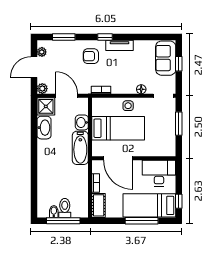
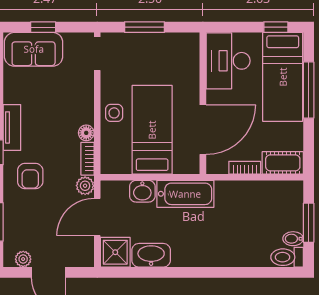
plant: (42, 89) -> (85, 186), moved
floor lamp: (141, 89) -> (86, 133), moved
toilet: (65, 208) -> (287, 257), moved
window: (63, 221) -> (309, 223), width x0.69

